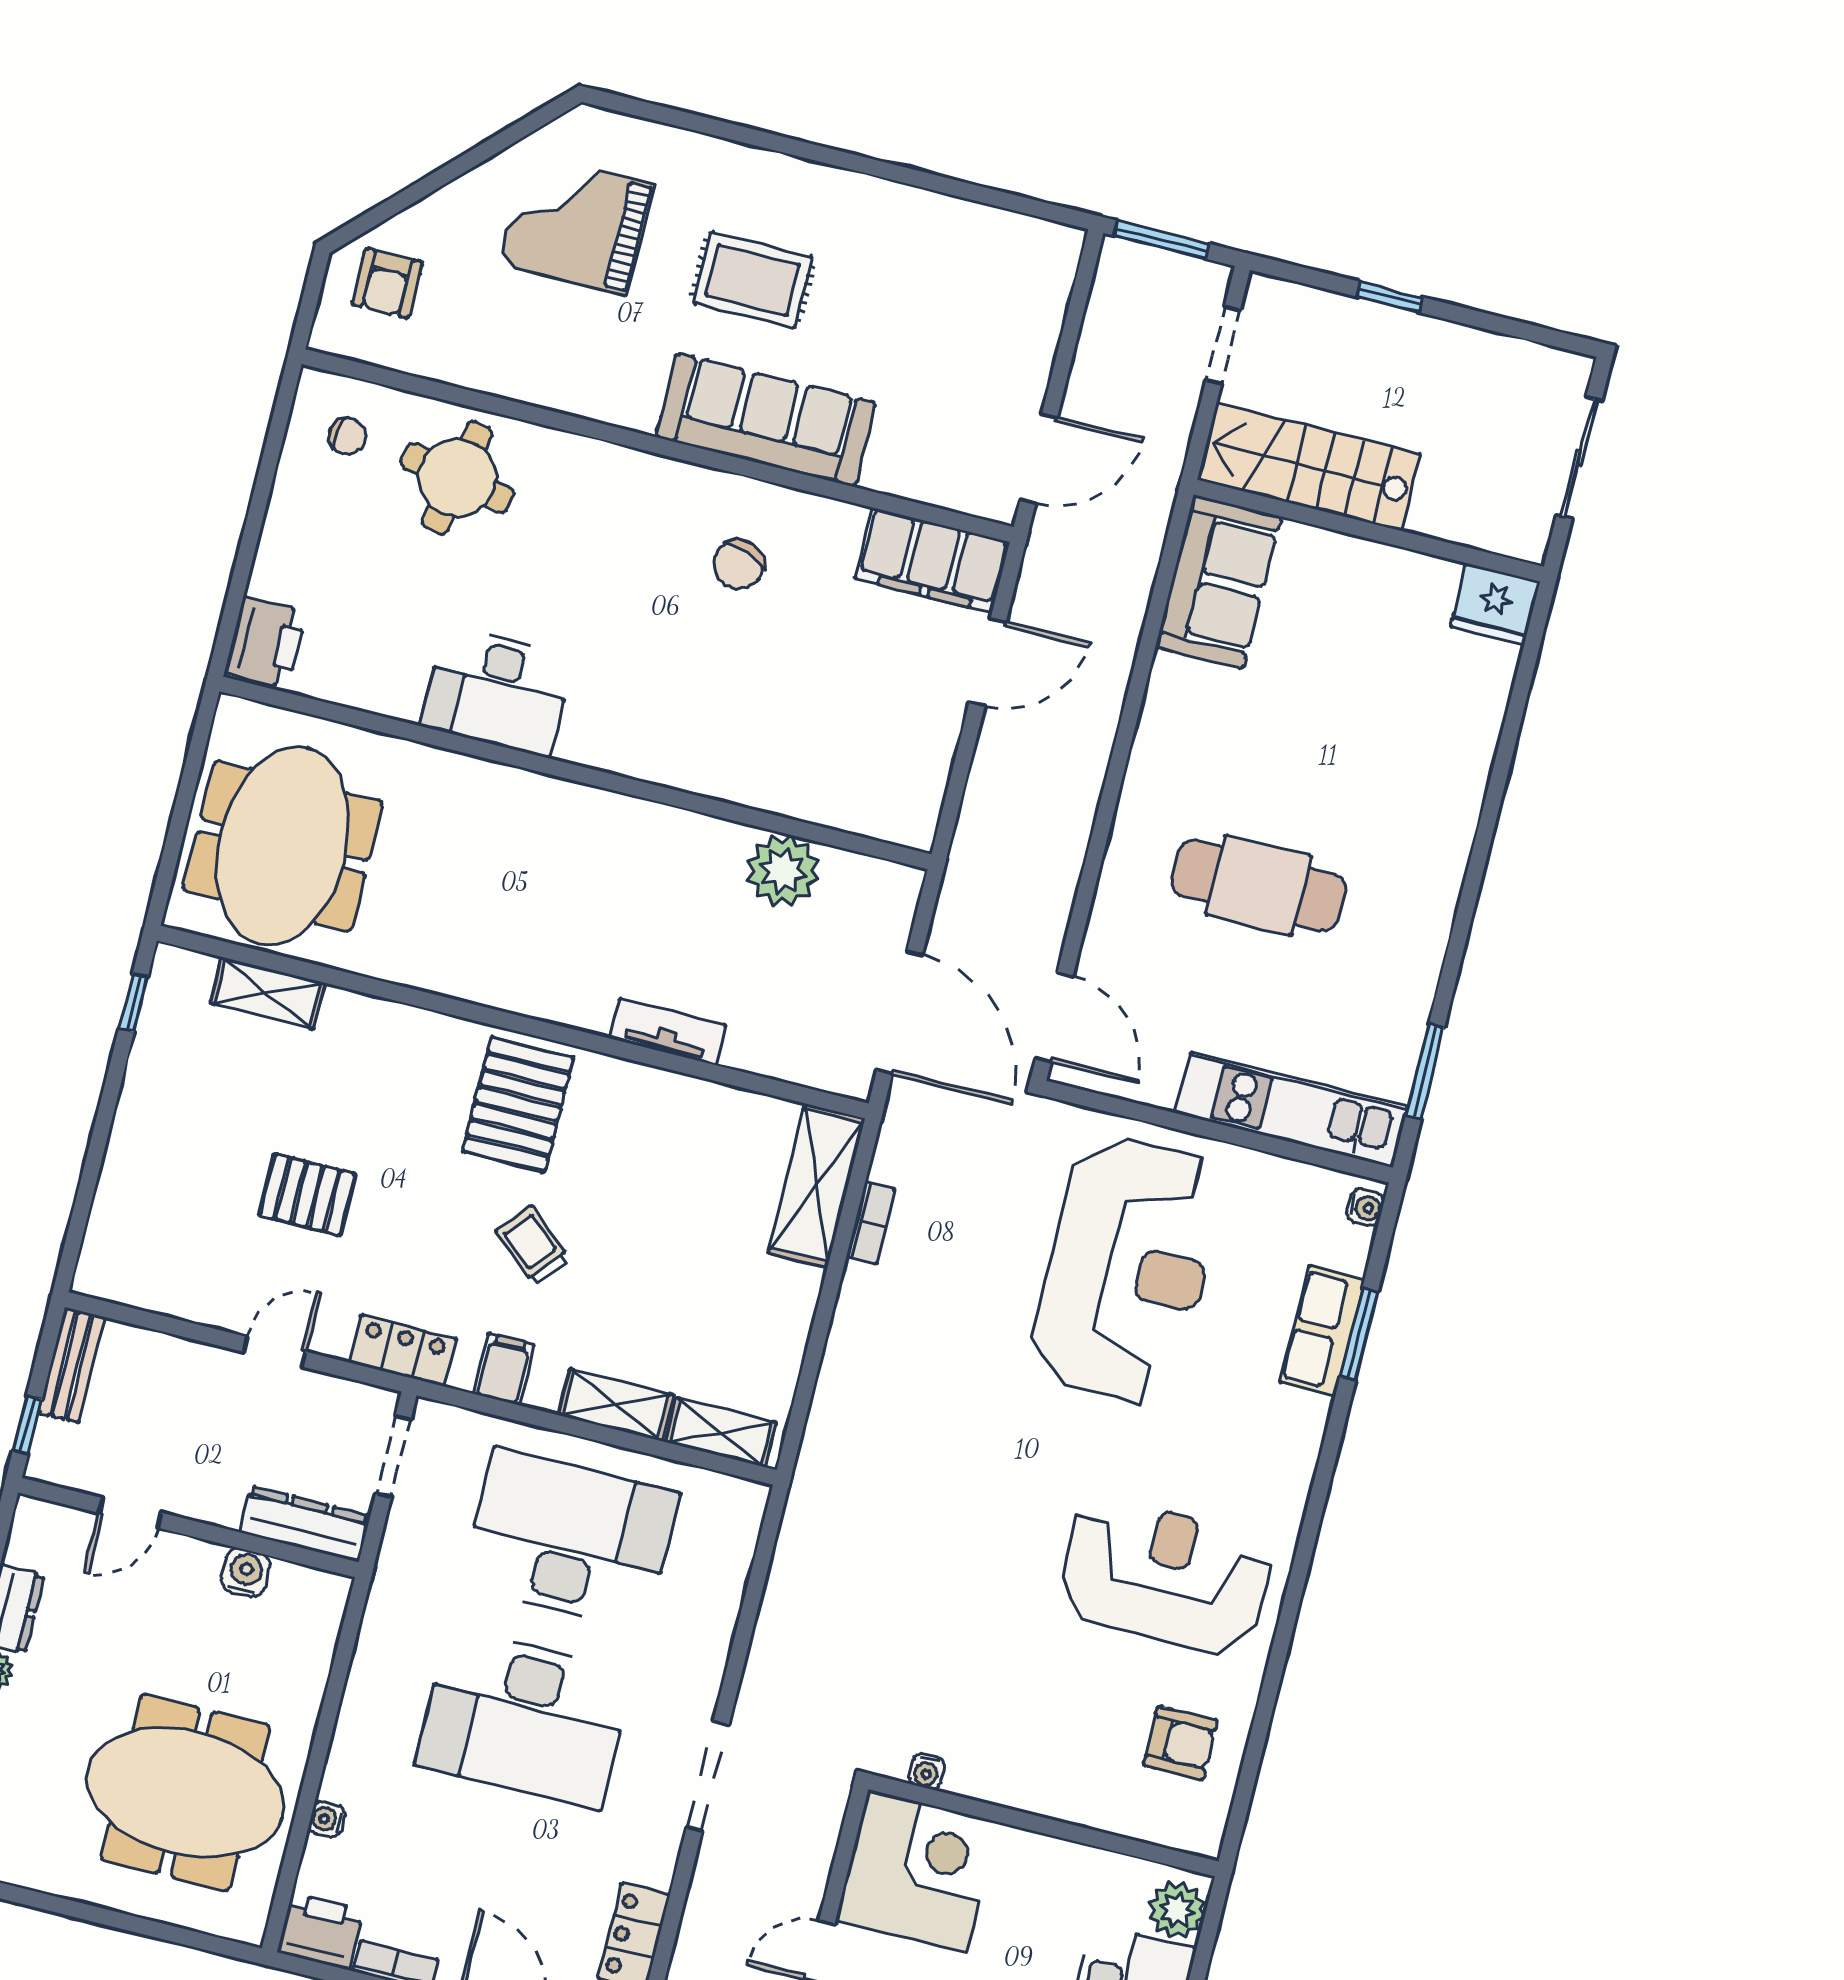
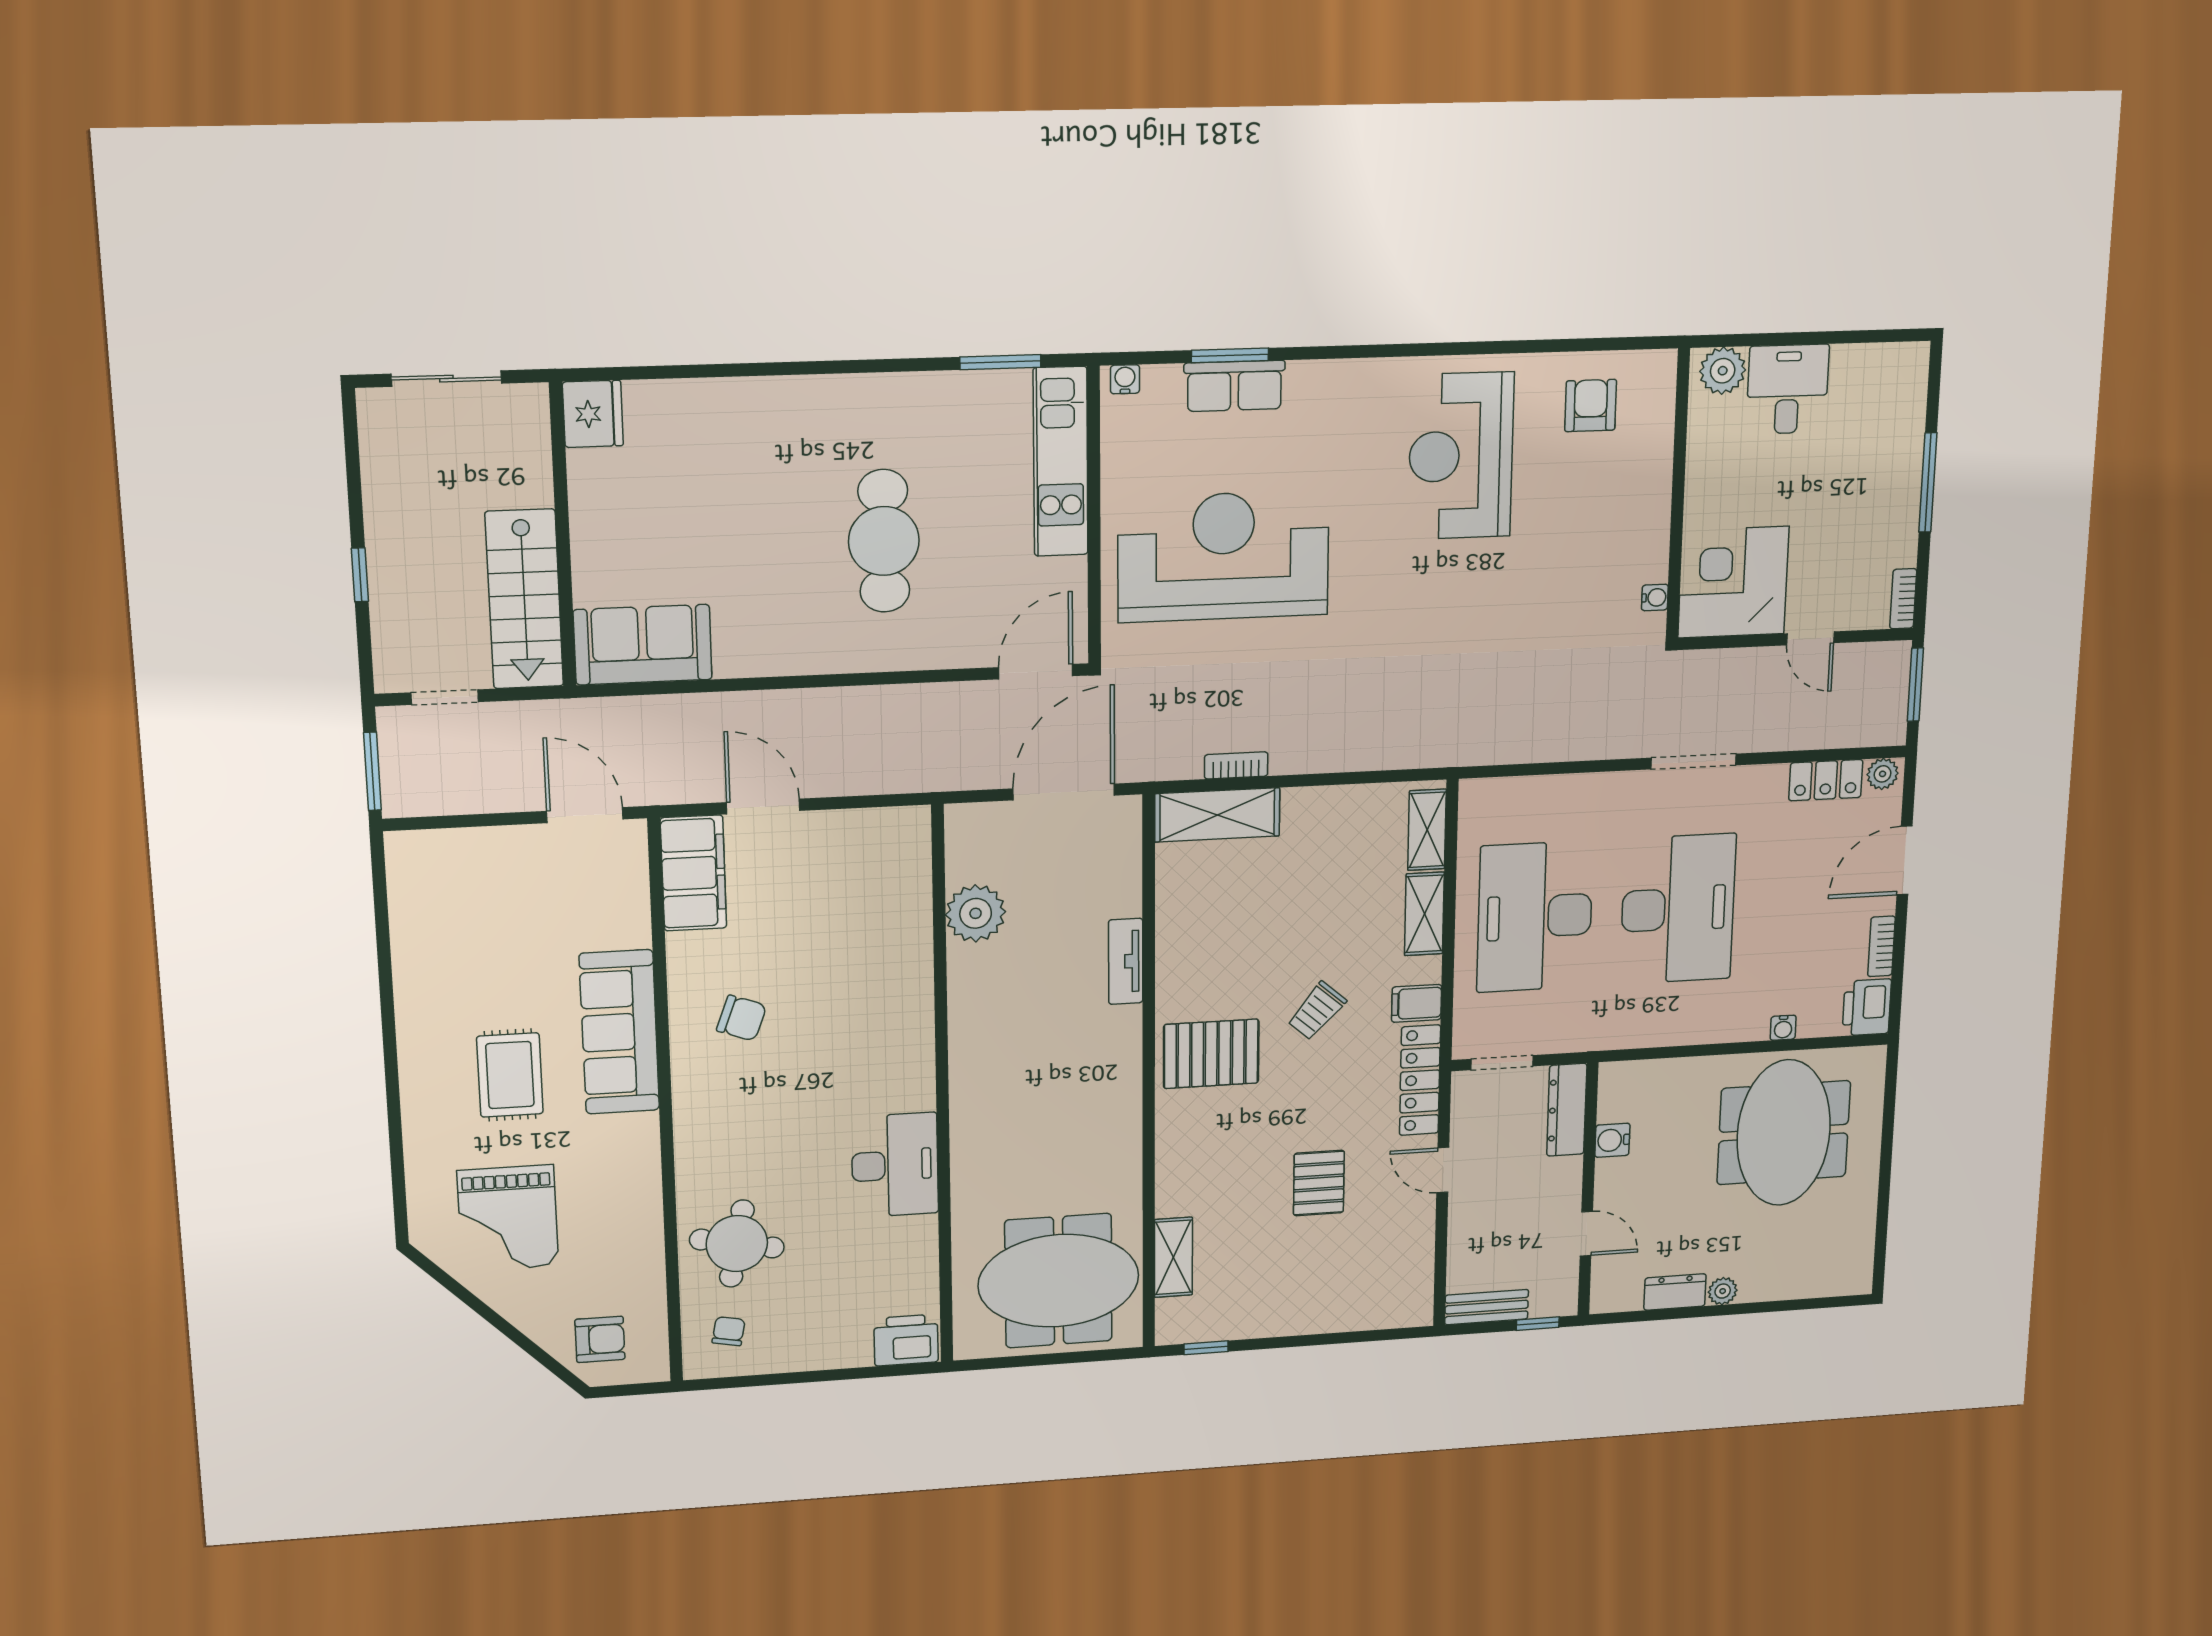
locker: (403, 1350) -> (1420, 1080), width x1.53

